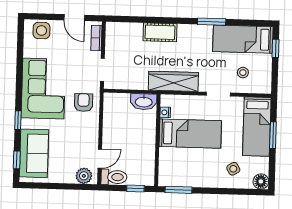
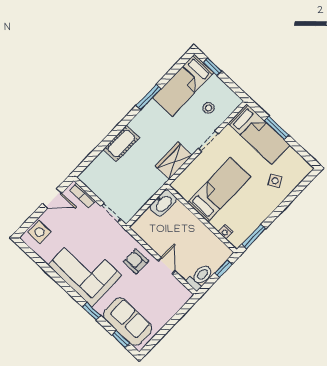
wardrobe: (173, 81) -> (174, 161), width x0.67
armchair: (84, 103) -> (136, 261), moved
nightstand: (165, 112) -> (225, 232), moved
door: (100, 159) -> (167, 266), moved
plant: (84, 176) -> (179, 299), removed
floor lamp: (261, 181) -> (303, 169), removed

